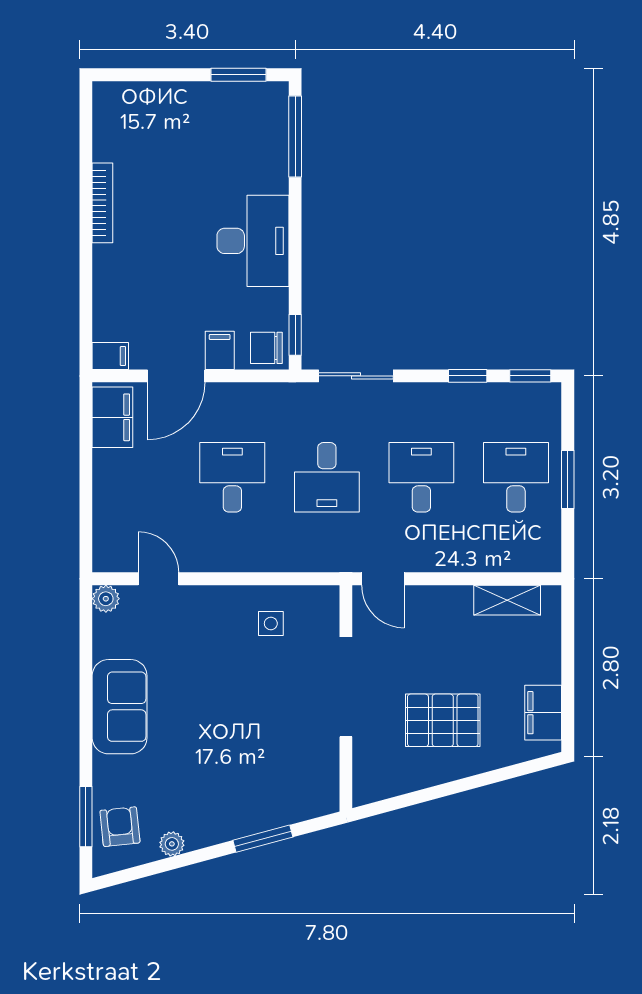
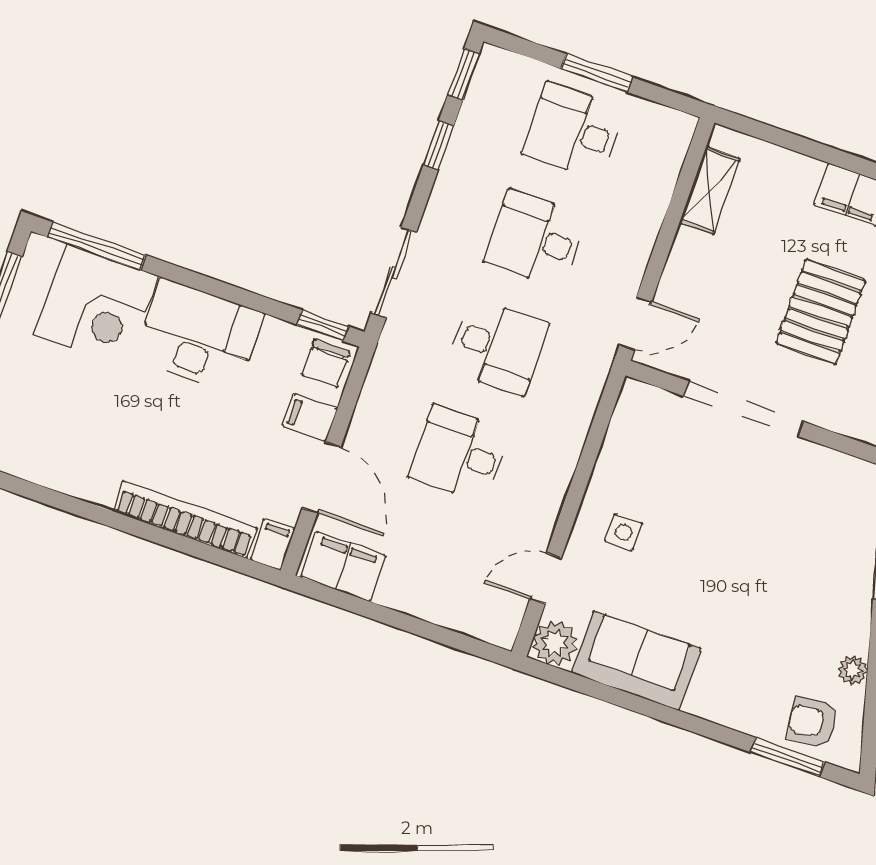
corner desk: (249, 152) -> (96, 305), added
bookcase: (102, 203) -> (185, 520), moved, width x1.48, depth x1.31
plant: (106, 599) -> (555, 643), width x1.38, depth x1.38
side table: (271, 623) -> (624, 532), moved
sofa: (120, 707) -> (636, 661), moved

